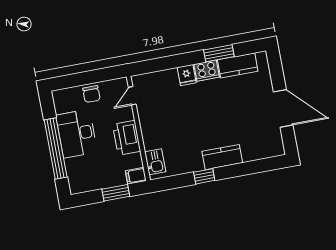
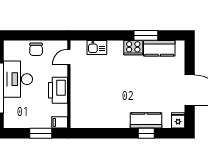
fridge: (187, 75) -> (178, 120), moved, turned 180
kitchen counter: (222, 157) -> (146, 120), moved
kitchen sink: (155, 162) -> (97, 48), moved, turned 90
window: (204, 176) -> (146, 133), moved

